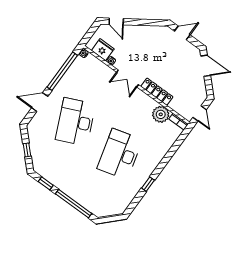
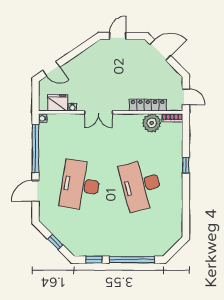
locker: (157, 92) -> (148, 105), moved
desk: (76, 122) -> (80, 185), turned 33
window: (148, 184) -> (186, 165), moved

